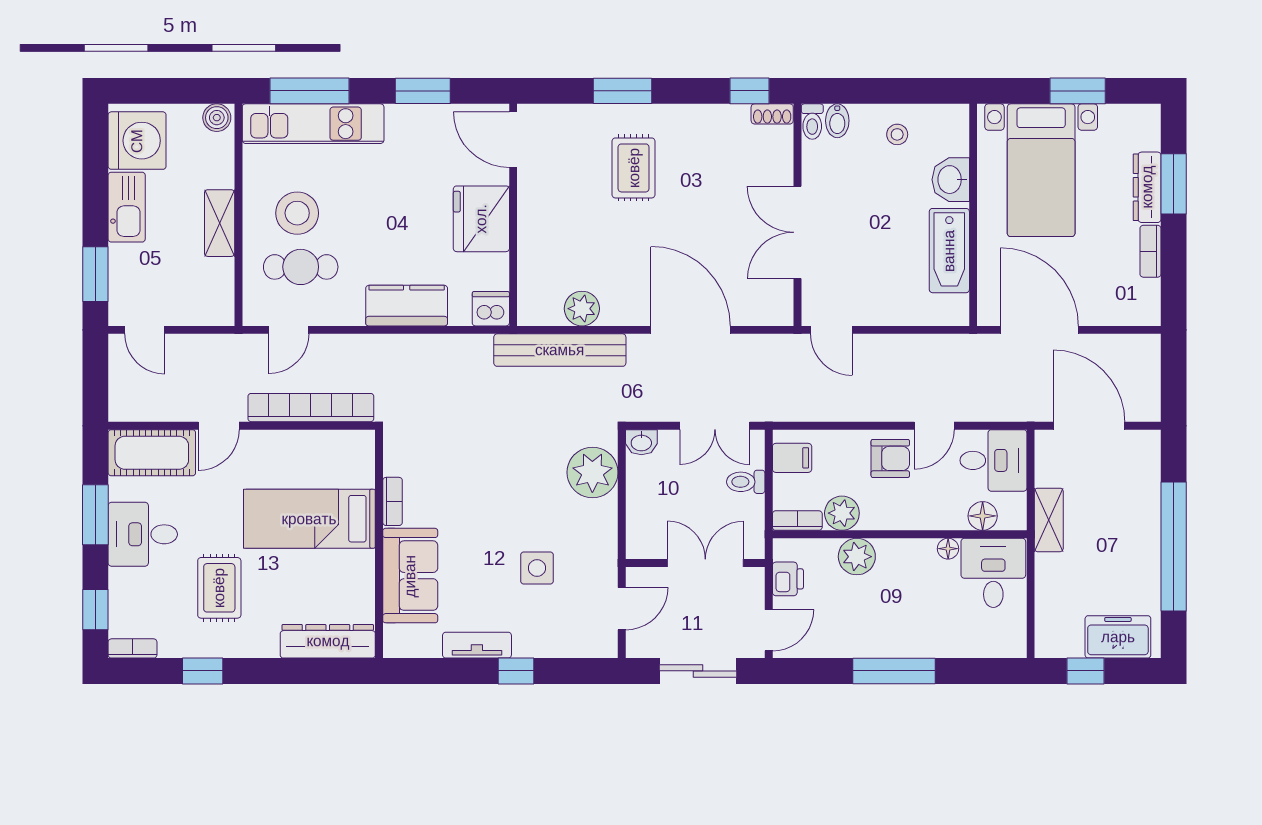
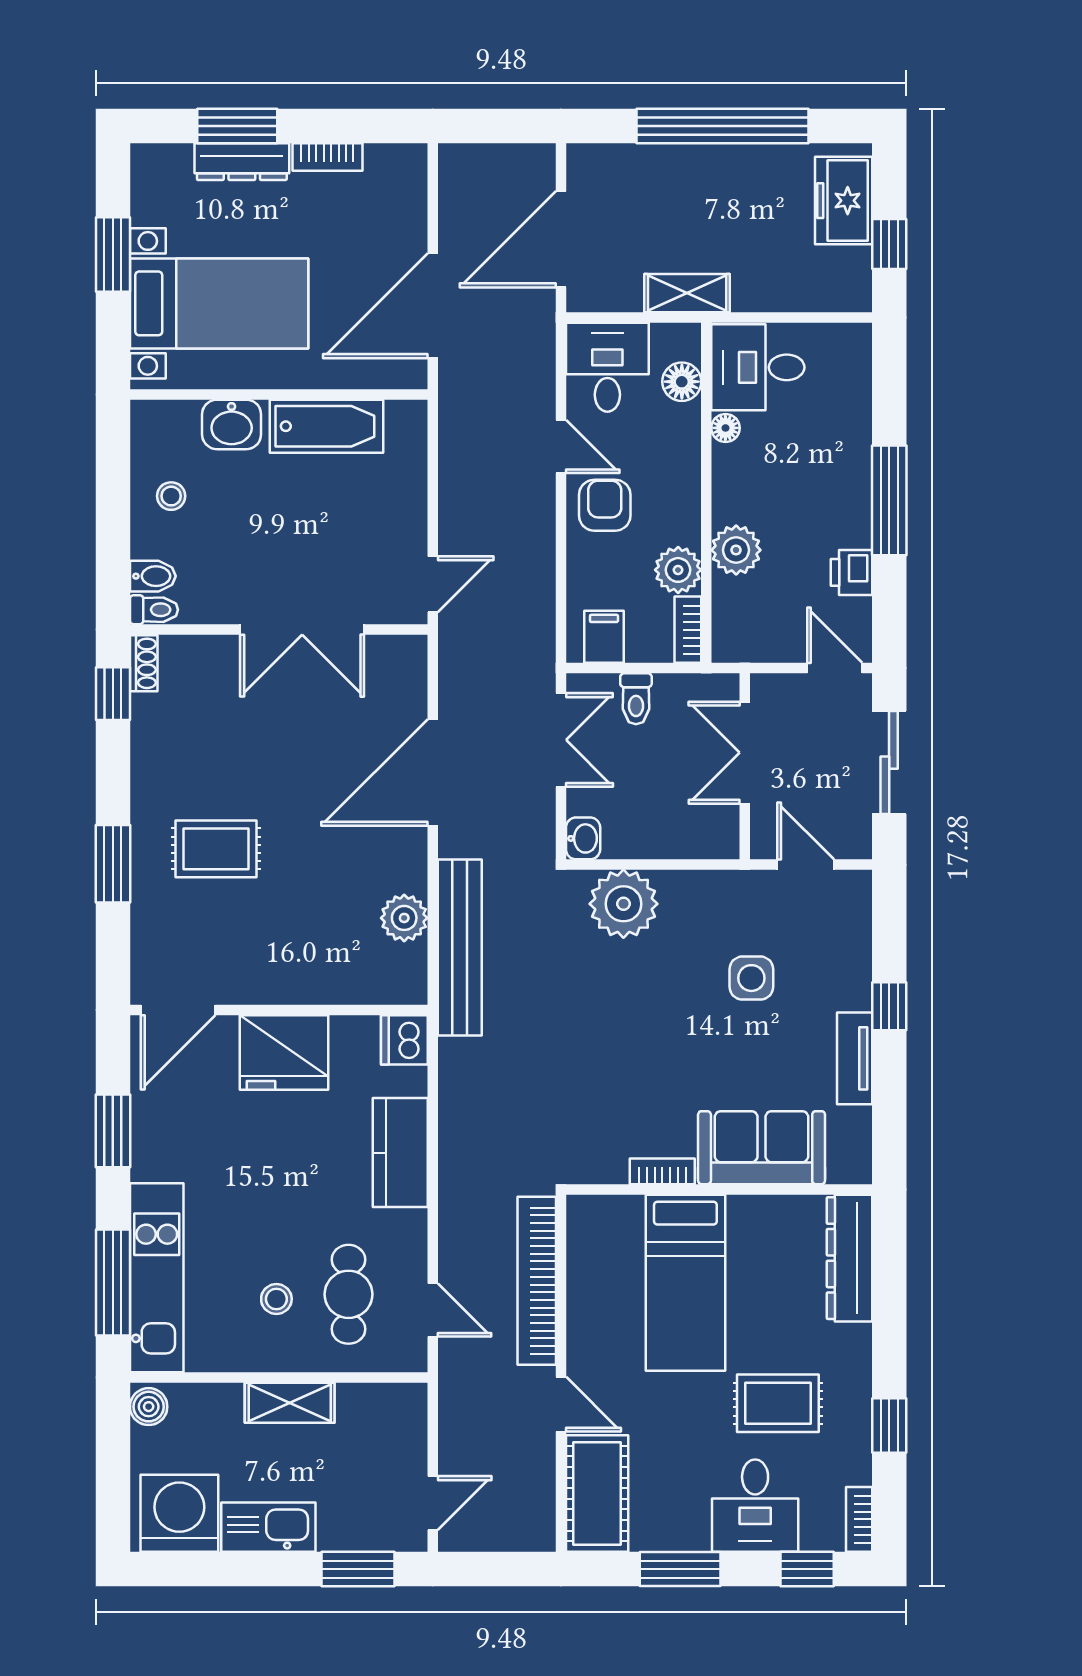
stool: (297, 213) -> (276, 1299), width x0.53, depth x0.53
desk: (143, 534) -> (755, 1506), moved
printer: (788, 579) -> (852, 572), moved, turned -90

